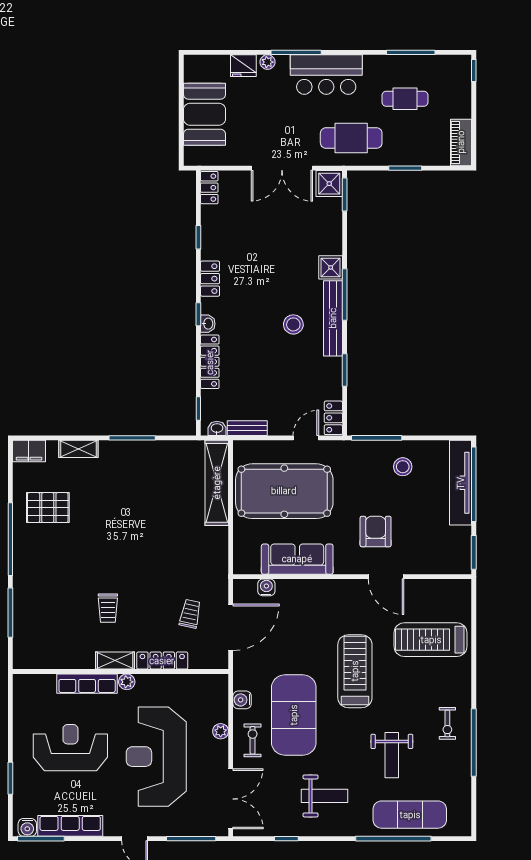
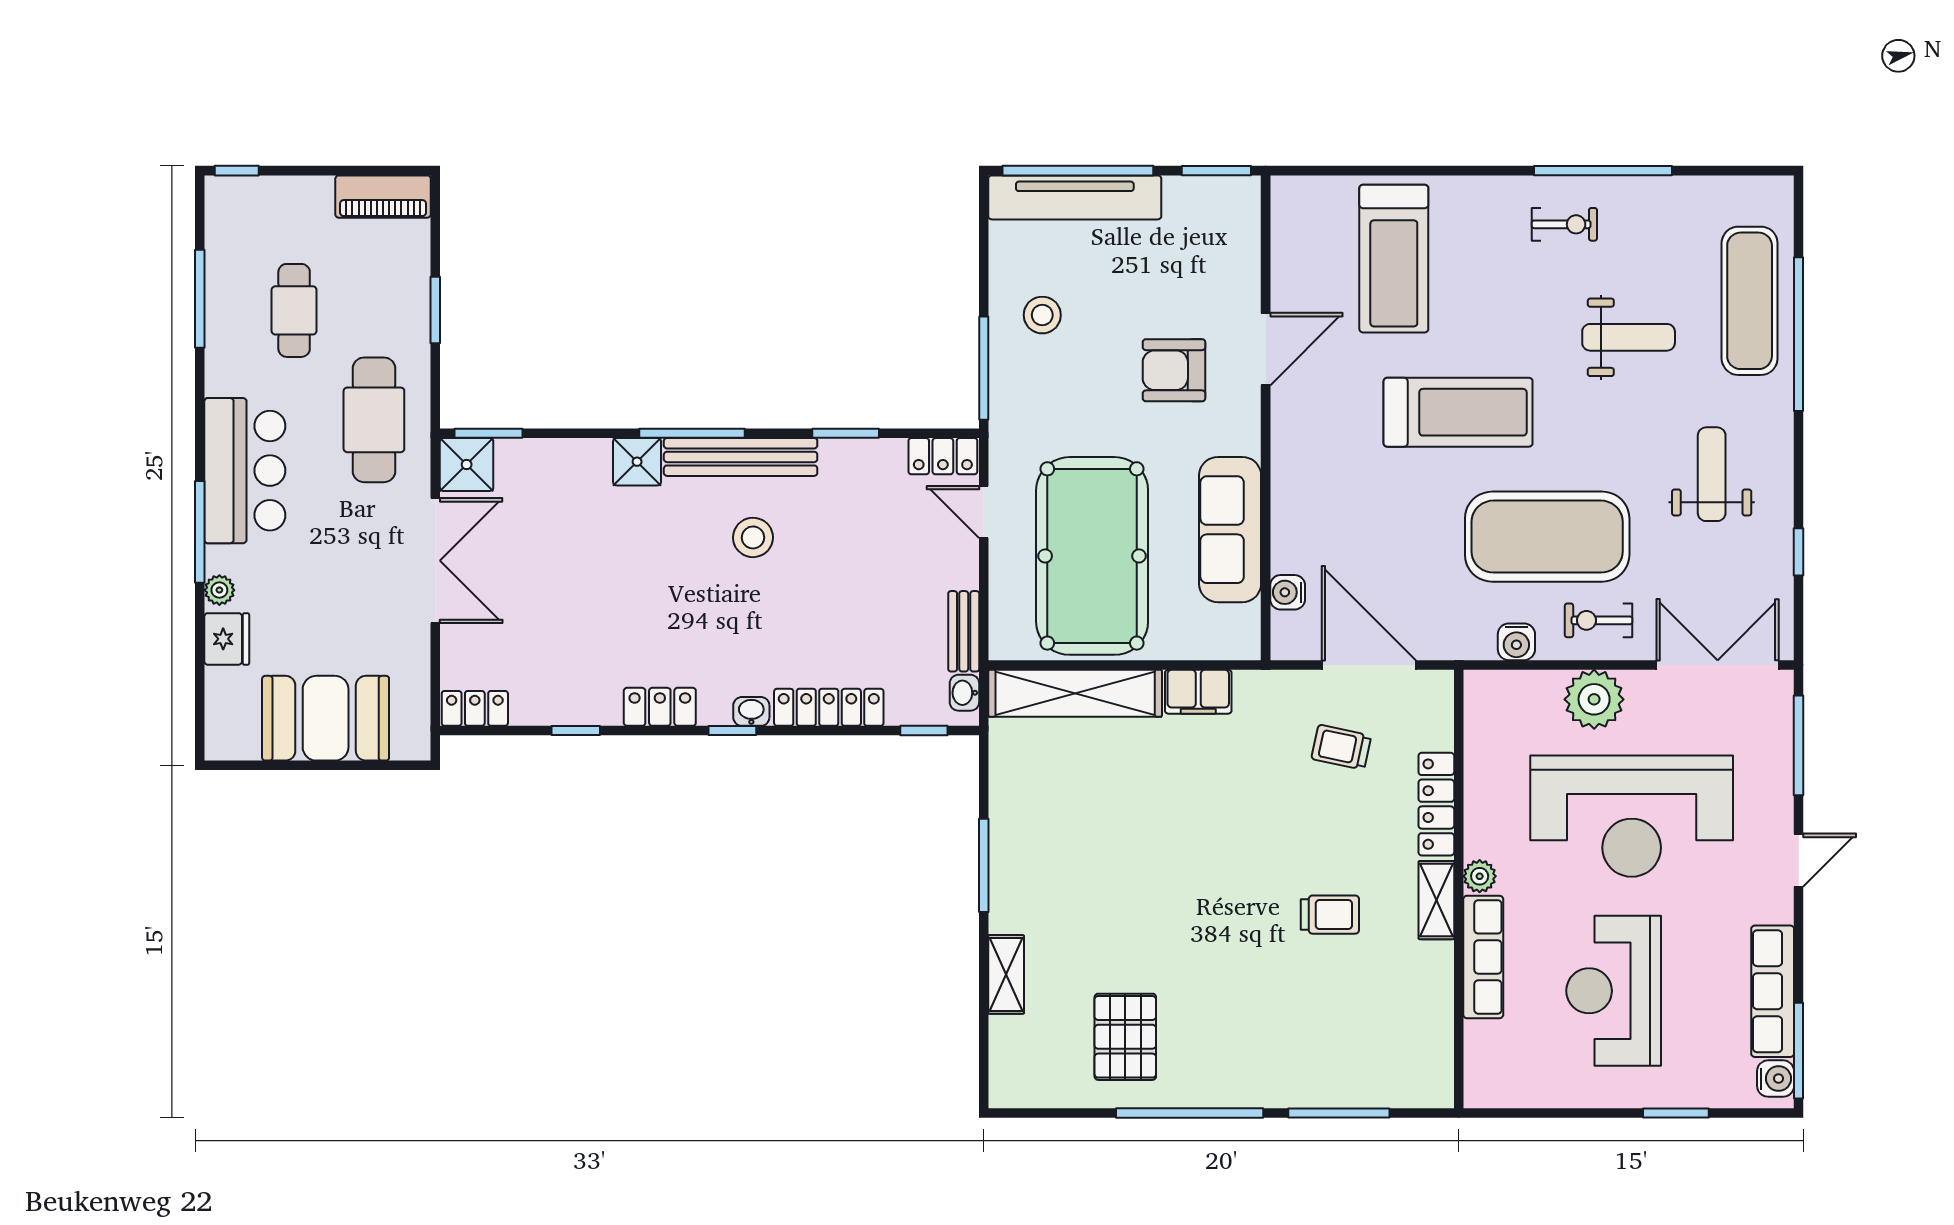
filing cabinet: (29, 451) -> (1198, 692), moved, turned 90
treadmill: (355, 671) -> (1458, 412), turned 180
plant: (221, 731) -> (1594, 699), width x1.88, depth x1.88

